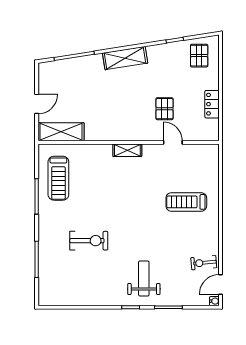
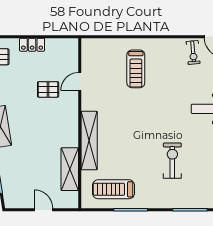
locker: (212, 104) -> (32, 45), moved
shelving: (61, 132) -> (70, 169), moved
shelving: (127, 150) -> (89, 140), width x2.20, depth x1.33
treadmill: (58, 178) -> (113, 189), turned 180

